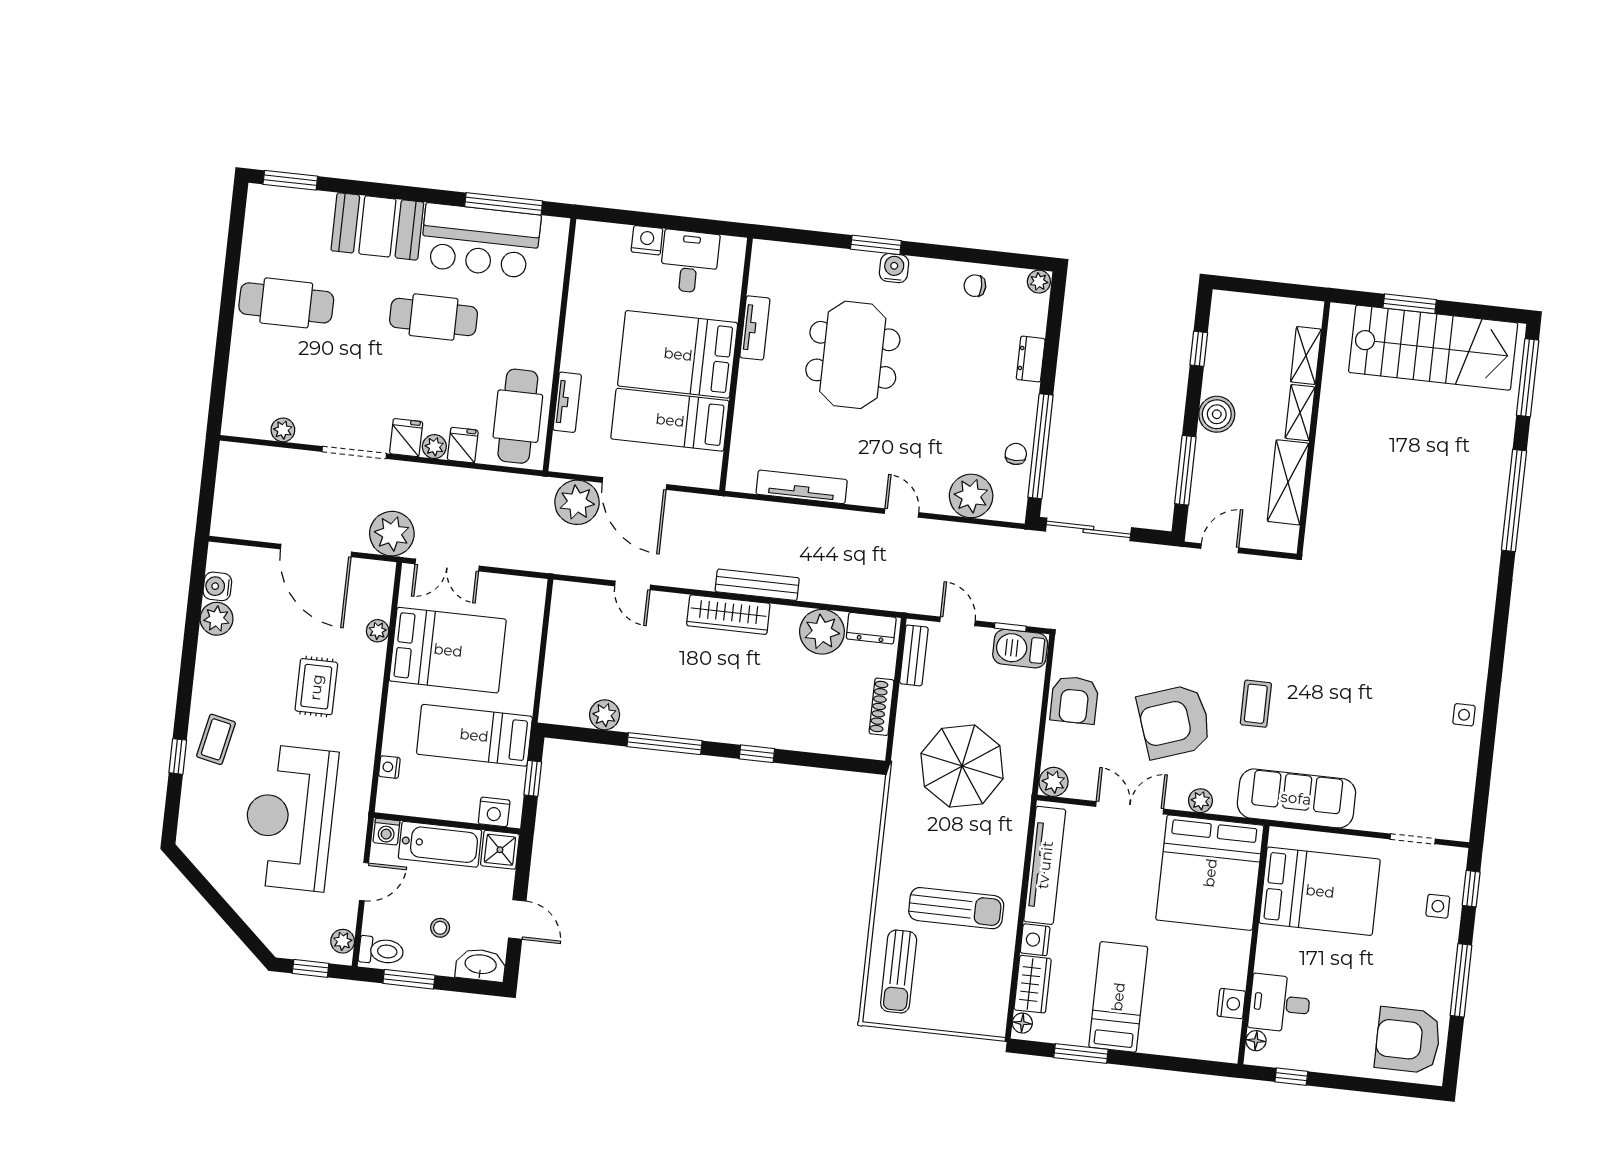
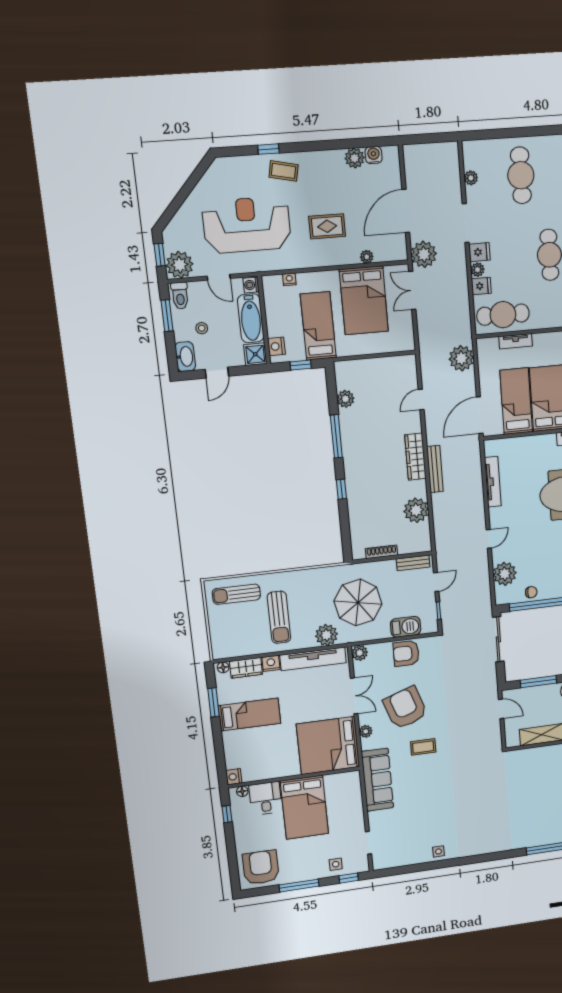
cafe table: (286, 303) -> (521, 175), moved
door: (634, 484) -> (480, 415), moved
dresser: (871, 628) -> (423, 537), removed
barbecue: (1020, 649) -> (406, 627), moved, turned 90
plant: (1007, 833) -> (327, 635), added
bed: (1320, 891) -> (304, 807), moved
plant: (343, 941) -> (180, 265), width x1.88, depth x1.88
nightstand: (1231, 1004) -> (234, 777), moved, turned 90

